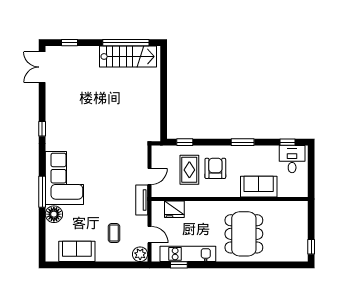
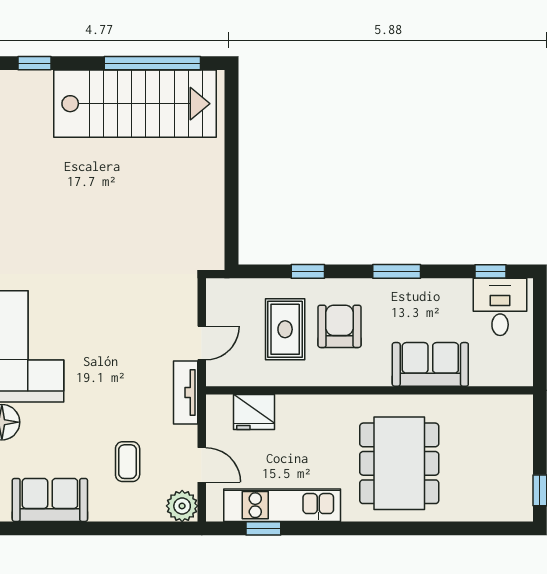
stairs: (128, 56) -> (135, 104), width x1.36, depth x1.51
window: (185, 142) -> (308, 271), moved

